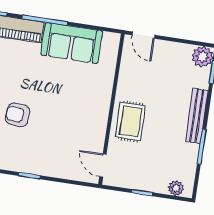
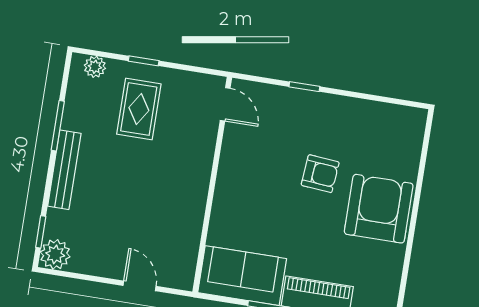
wall: (111, 109) -> (212, 185), moved
rug: (131, 121) -> (139, 109), moved
door: (103, 165) -> (225, 104), moved

